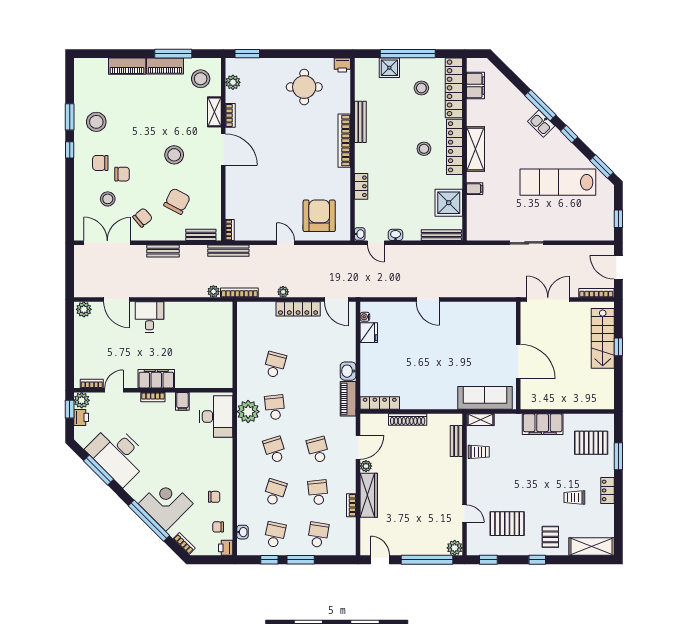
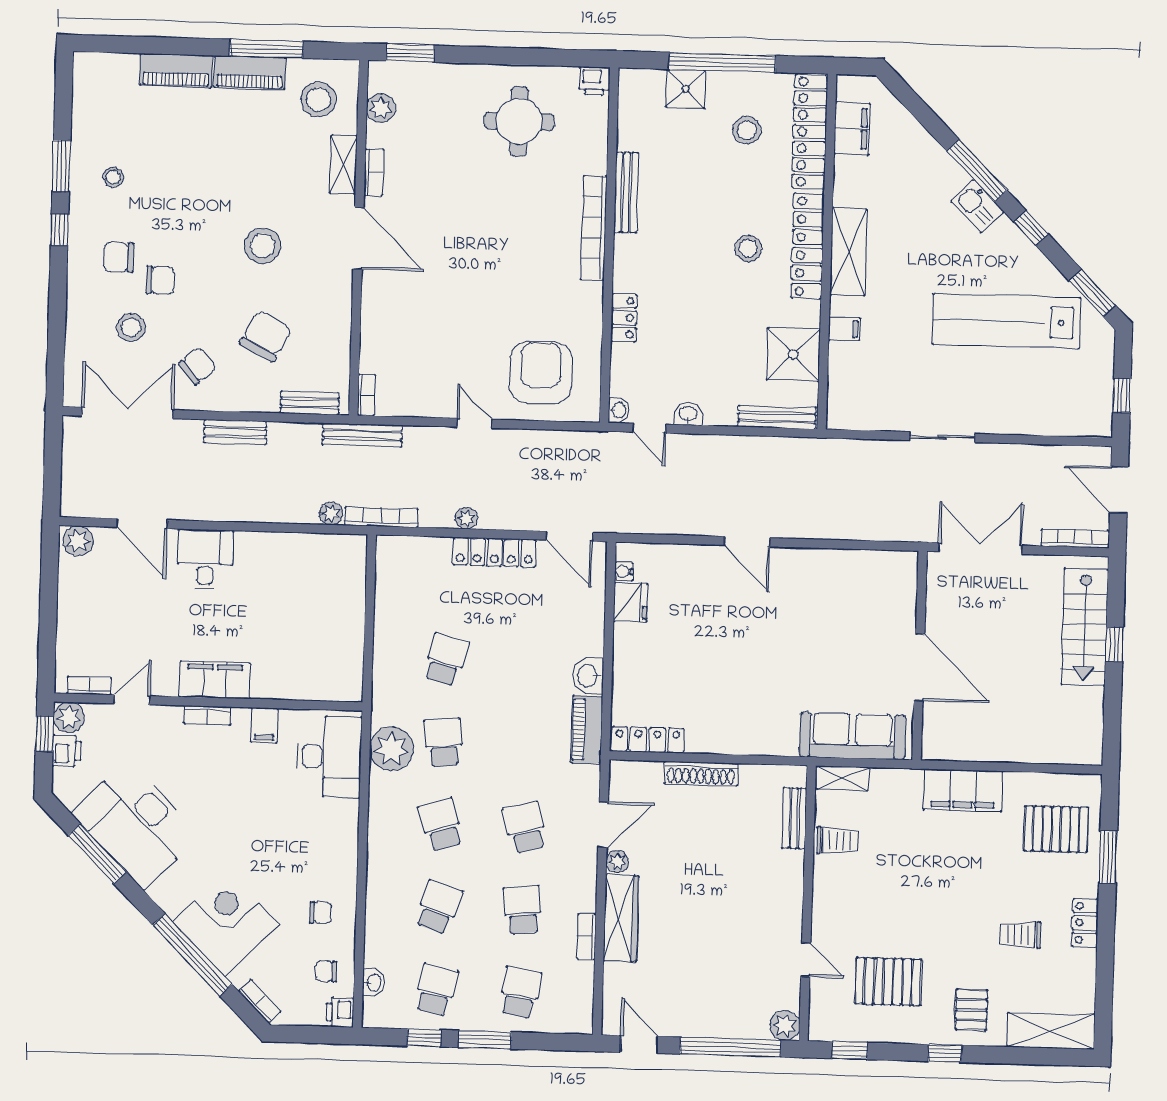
stool: (96, 122) -> (113, 177), width x0.53, depth x0.53

